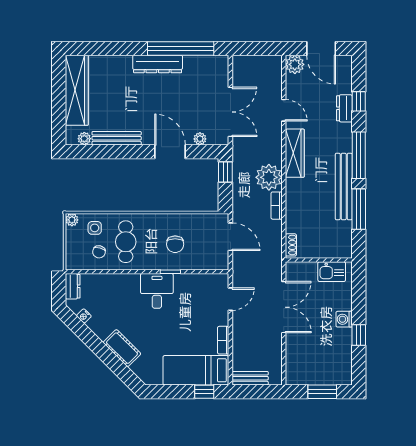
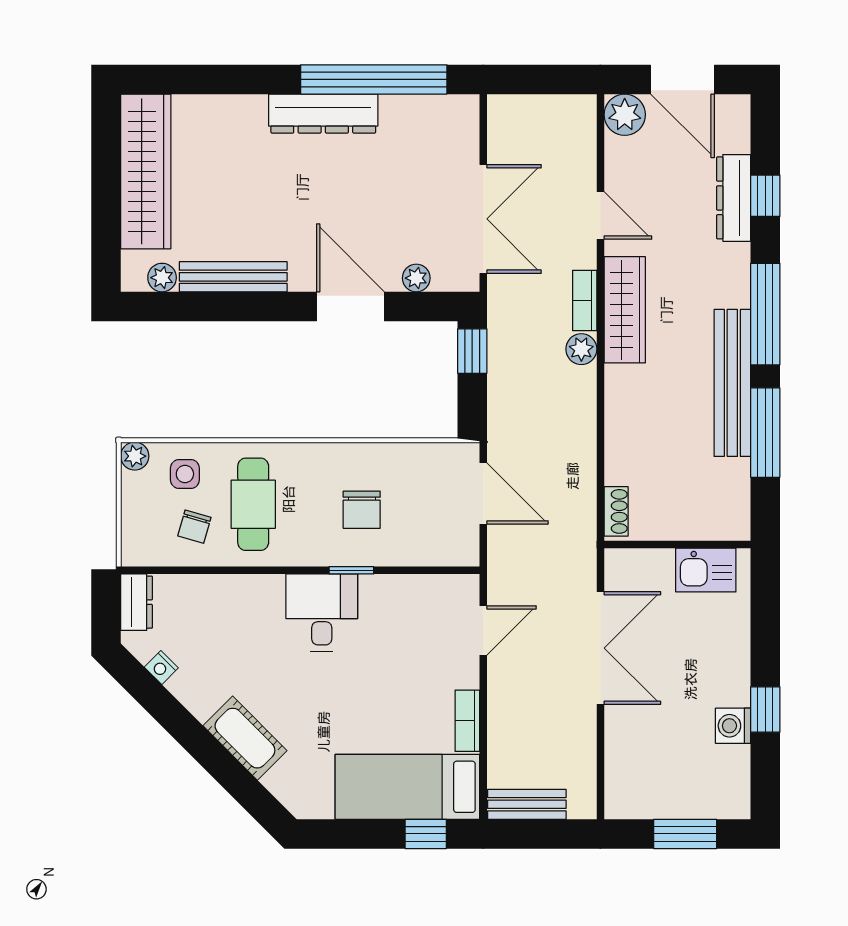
dresser: (344, 108) -> (734, 198), width x1.44
plant: (269, 177) -> (581, 349), width x0.53, depth x0.53
bookcase: (277, 206) -> (585, 301), moved
washing machine: (344, 319) -> (733, 726), moved

